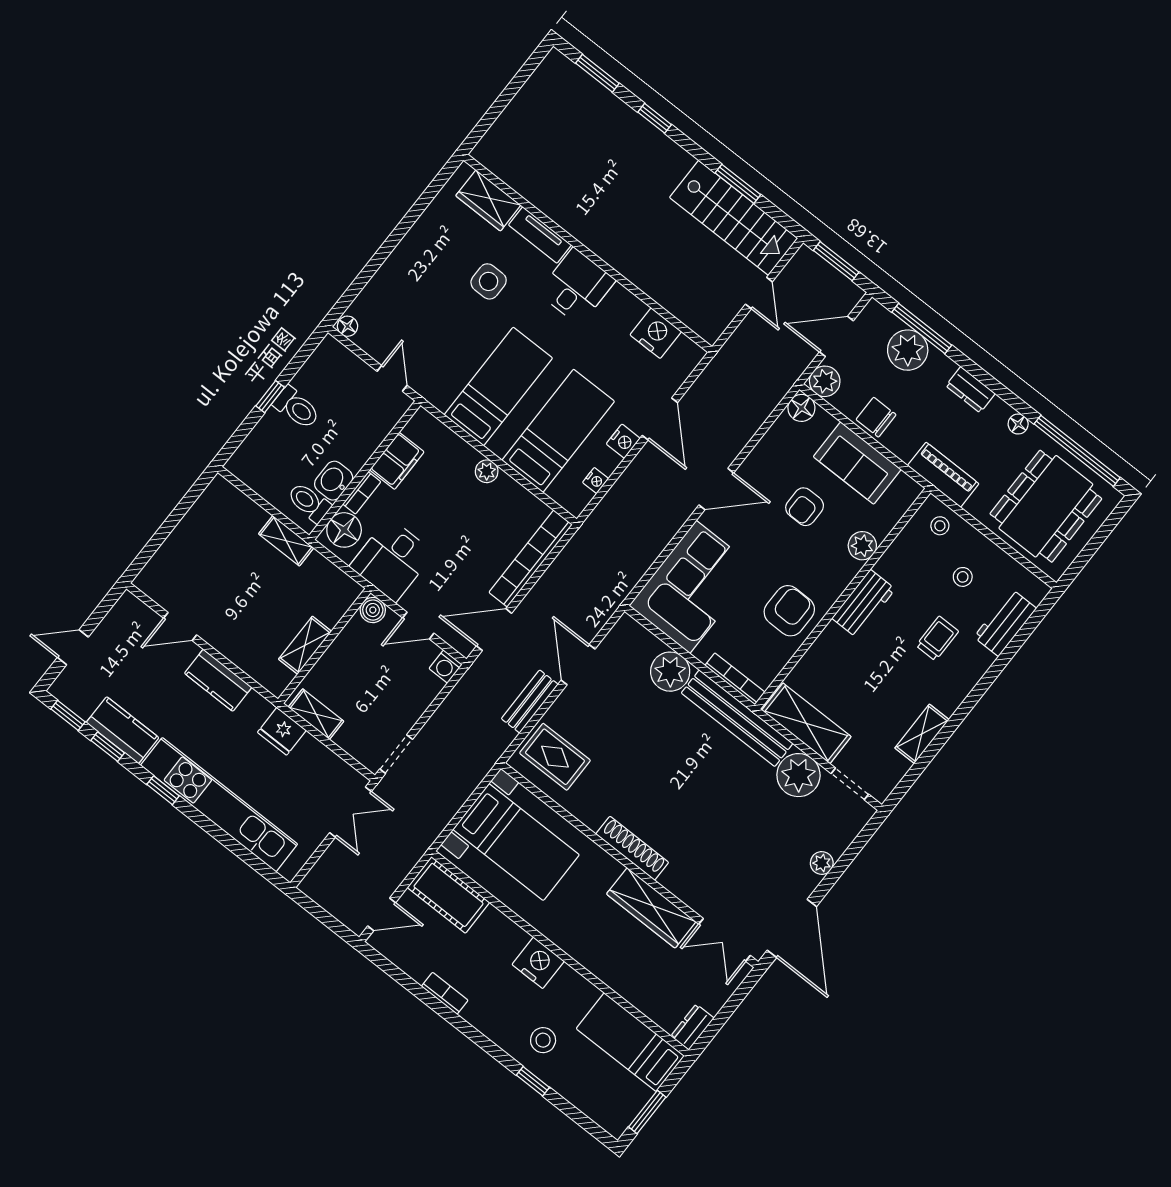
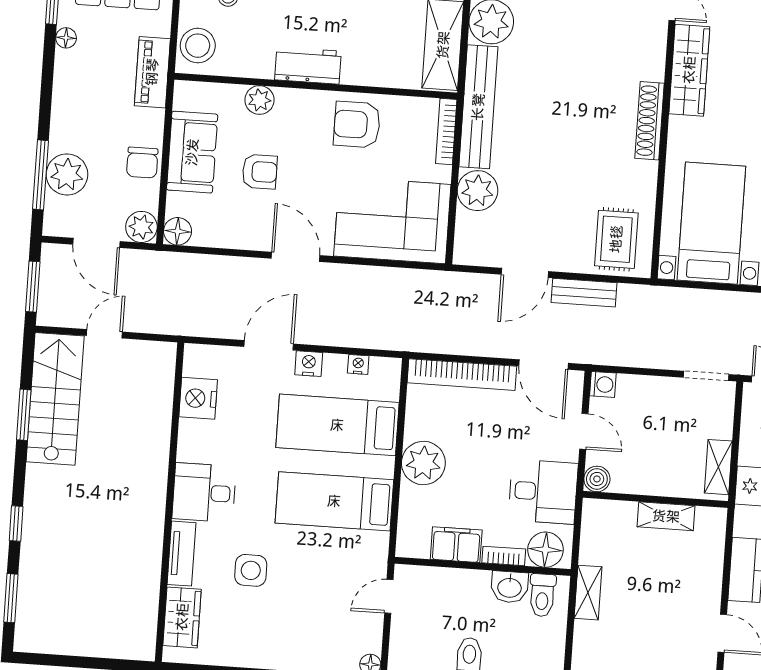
dresser: (970, 390) -> (64, 98), removed
plant: (487, 471) -> (423, 463), width x1.88, depth x1.88
stool: (940, 526) -> (198, 46), width x1.89, depth x1.89

